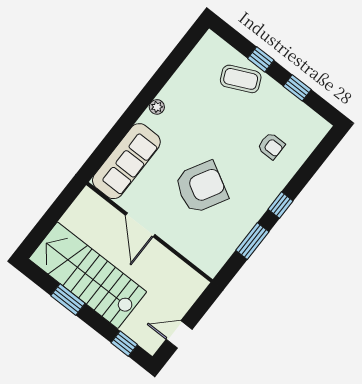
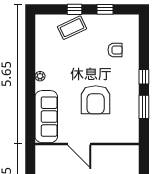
armchair: (201, 187) -> (96, 100), turned 151

